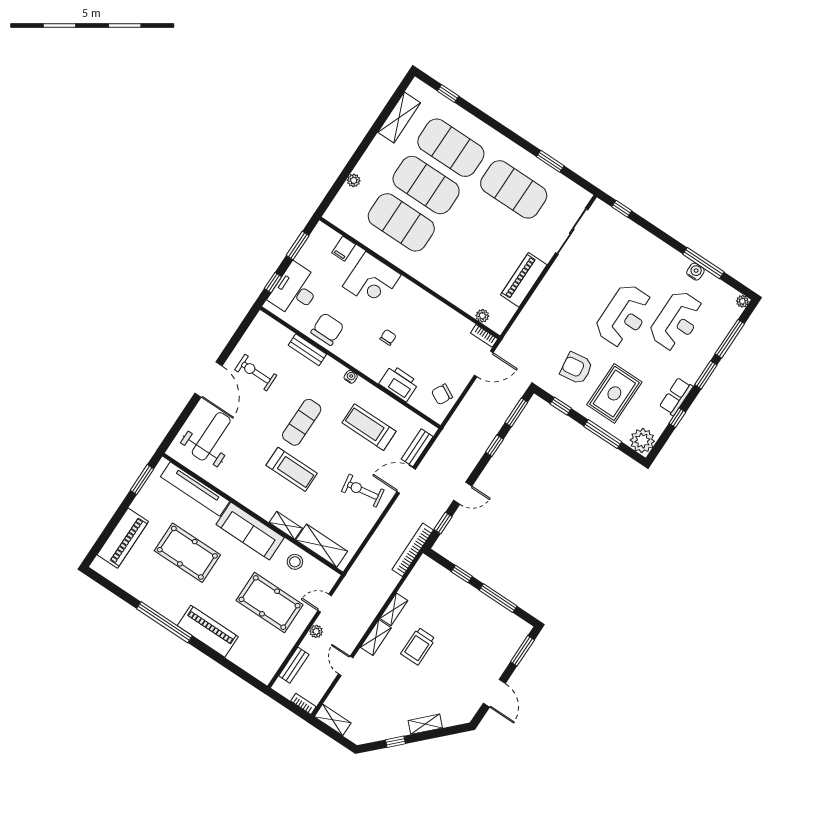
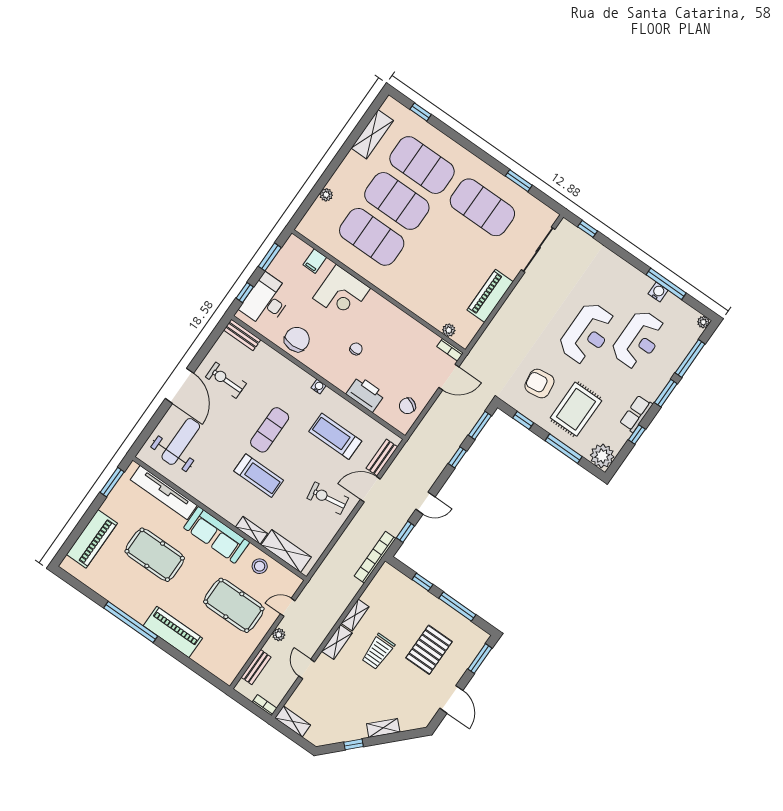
bench: (307, 350) -> (242, 335), moved
pallet: (470, 643) -> (429, 650), added

